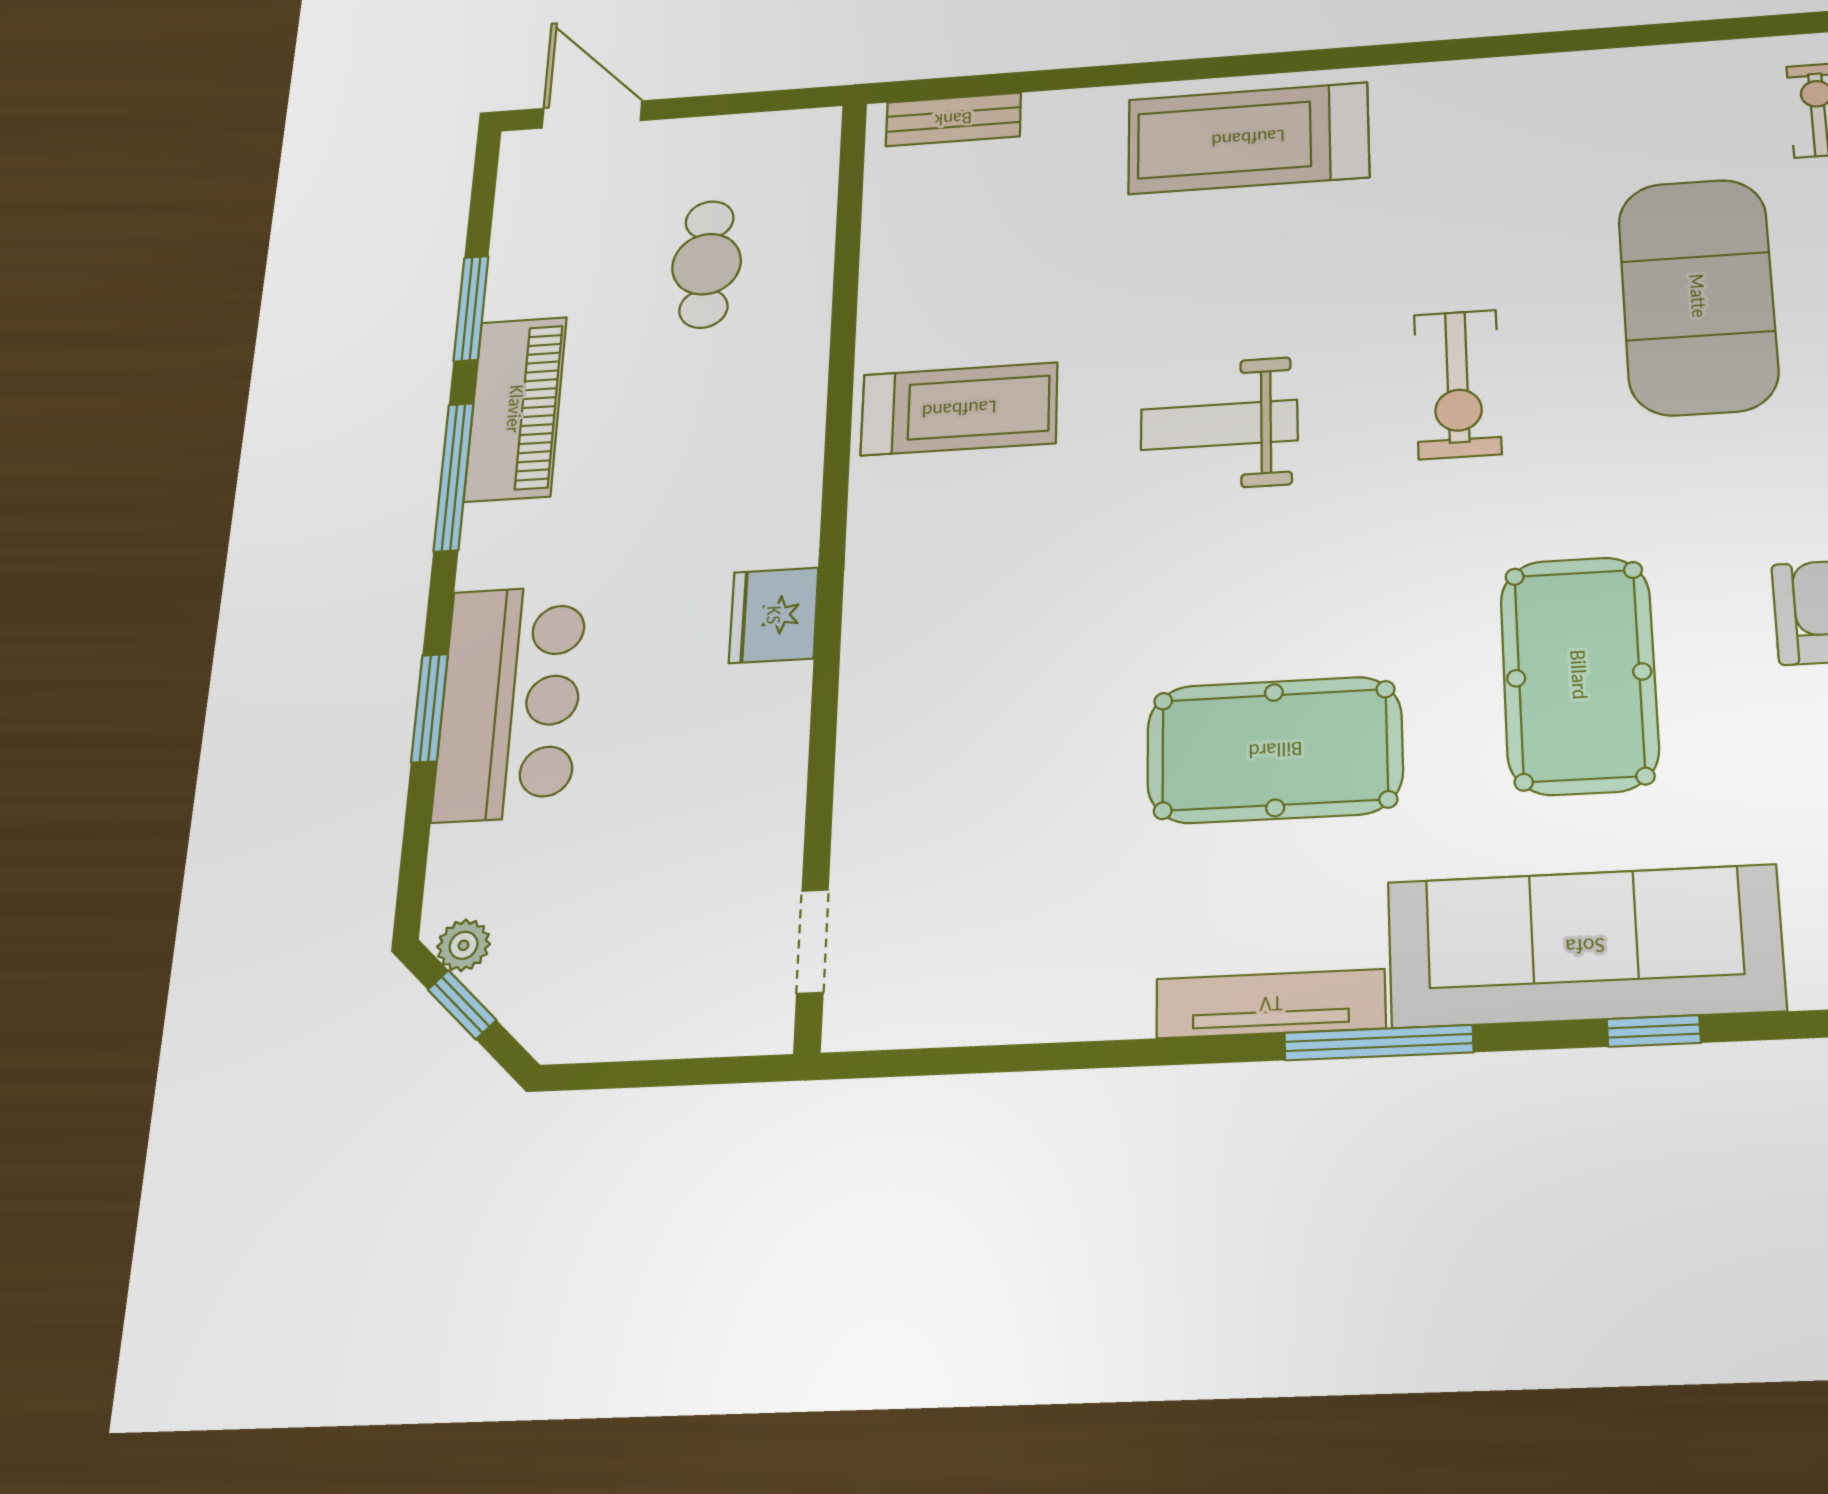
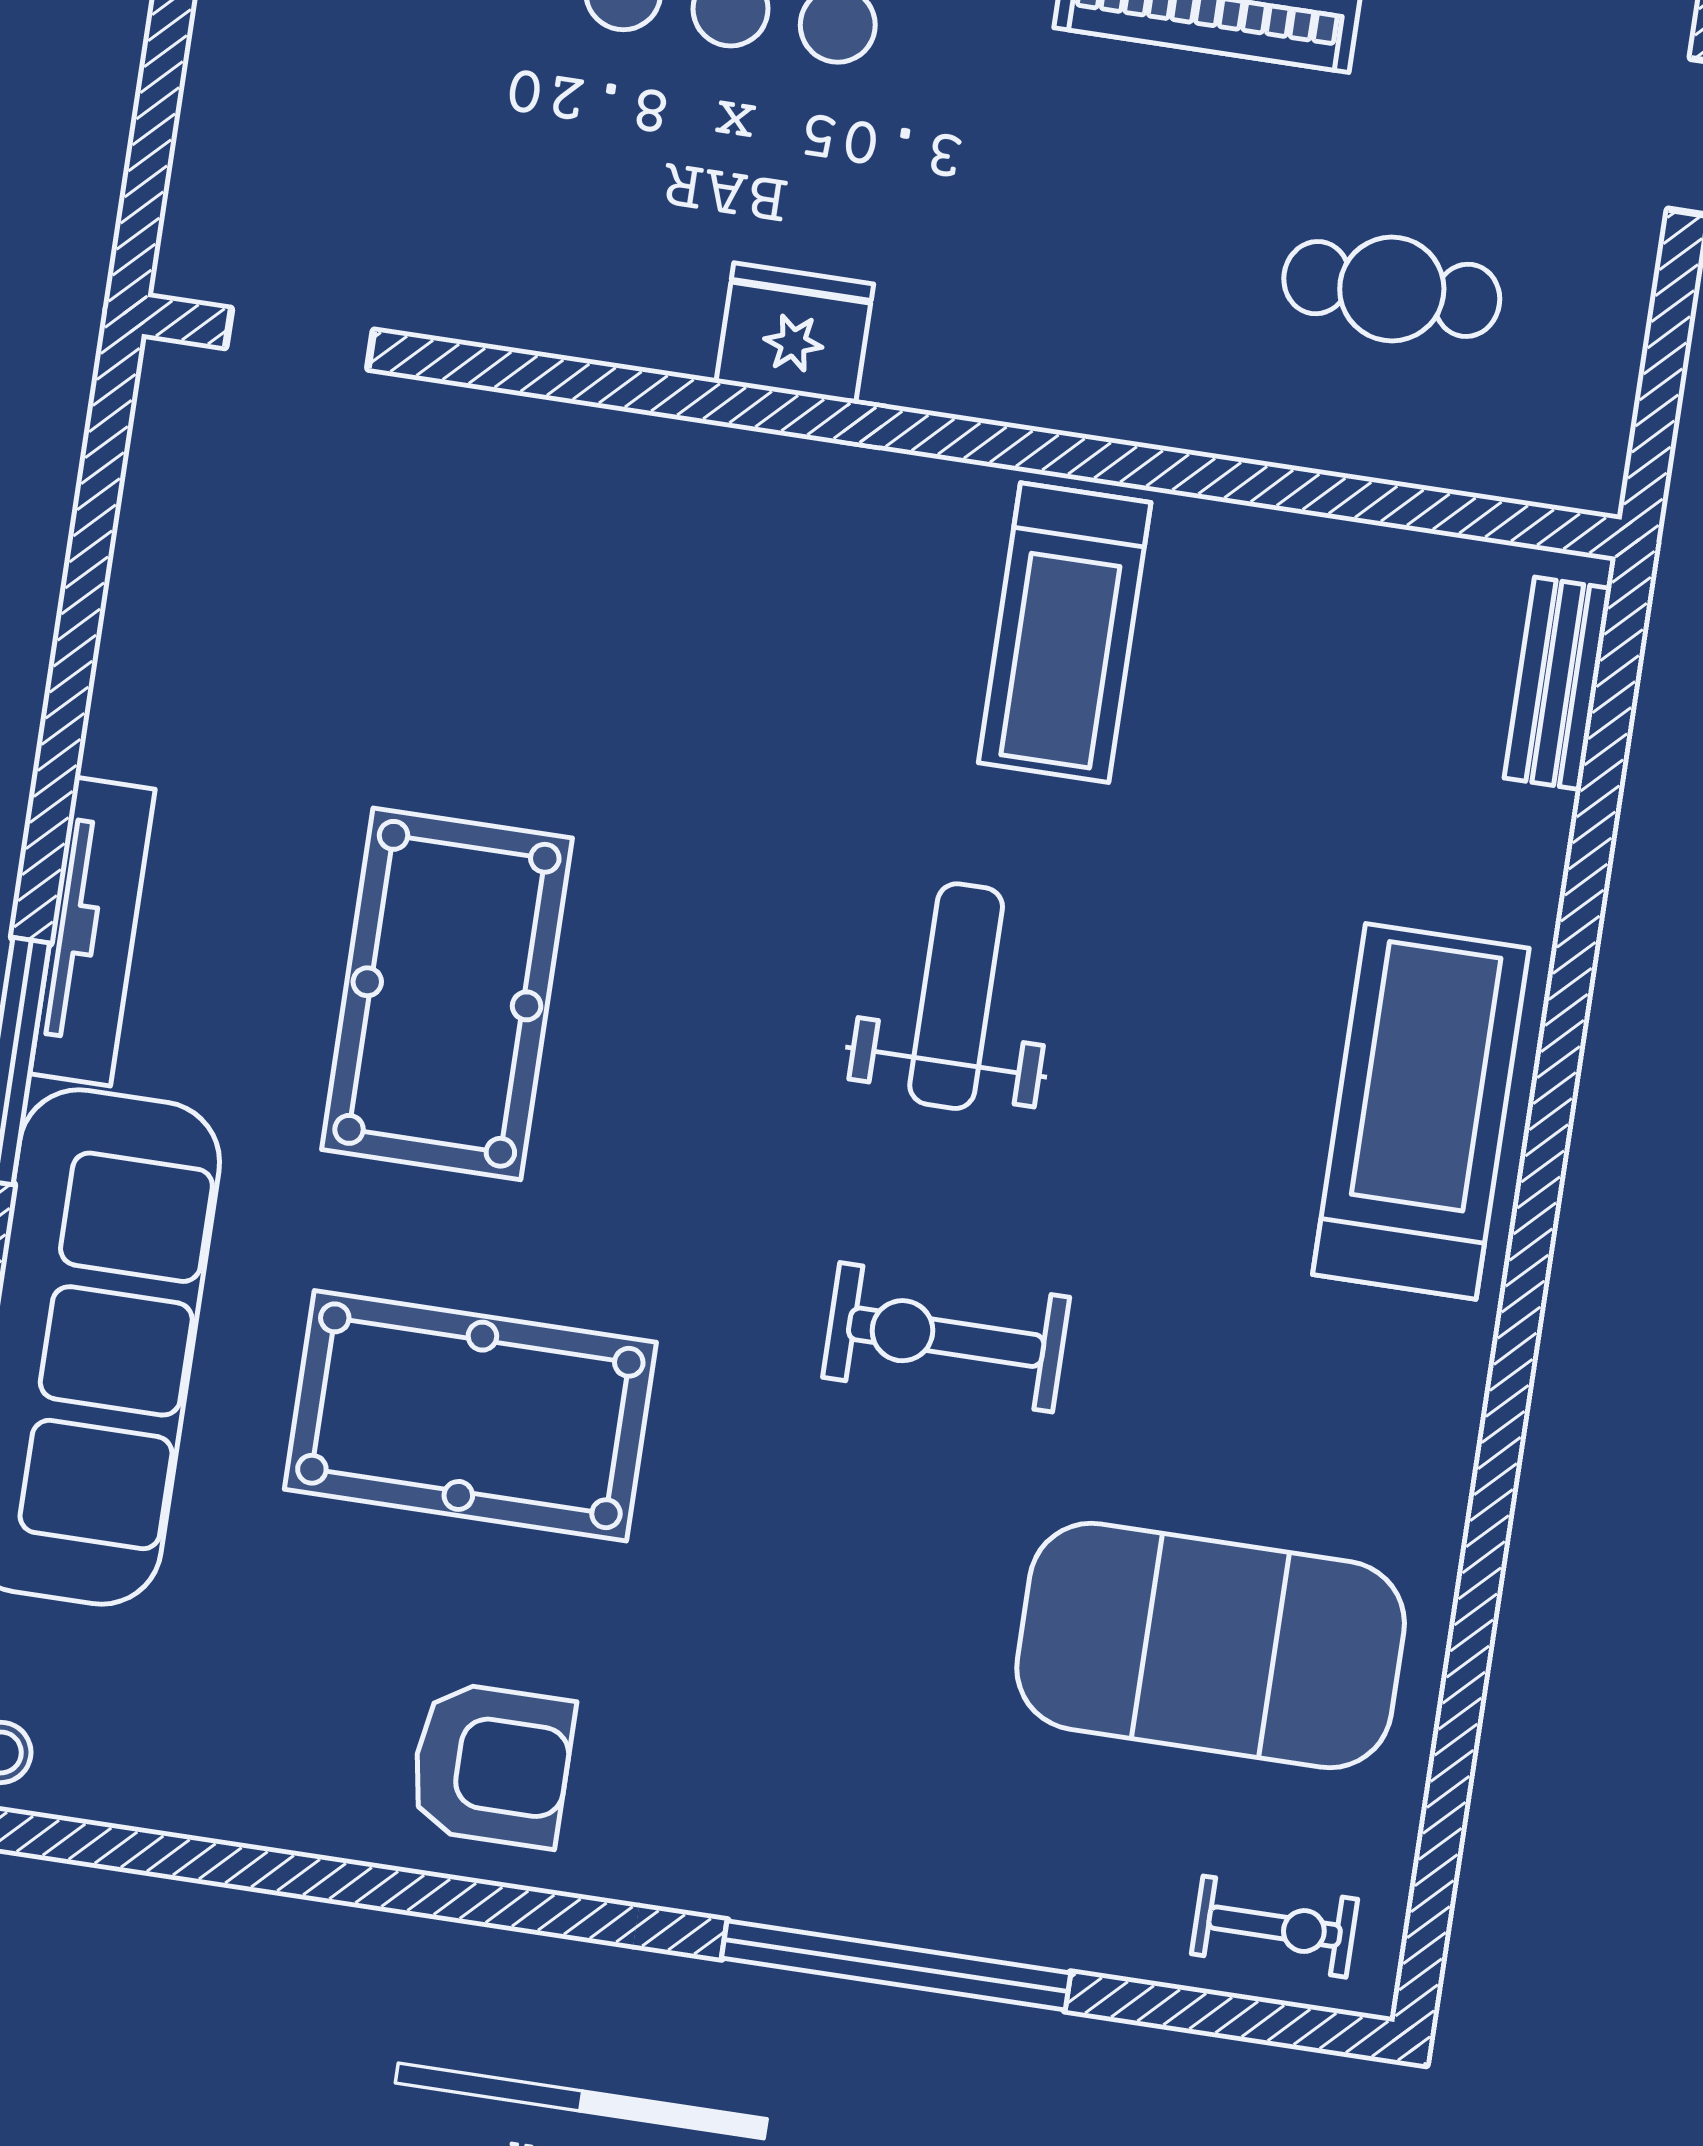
exercise mat: (1698, 296) -> (1211, 1646), moved

